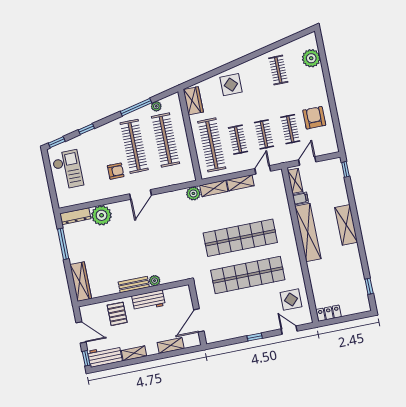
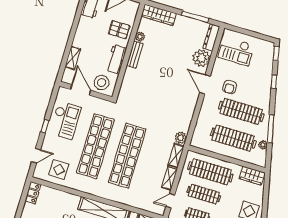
clothes rail: (238, 140) -> (204, 194), width x1.36
checkout: (68, 170) -> (236, 51), moved
door: (263, 170) -> (170, 201), swing flipped
door: (141, 195) -> (205, 84), moved
plant: (155, 281) -> (140, 37), moved
stool: (180, 303) -> (102, 83), added
checkout: (238, 320) -> (65, 120), added
shelving: (134, 353) -> (82, 27), removed

